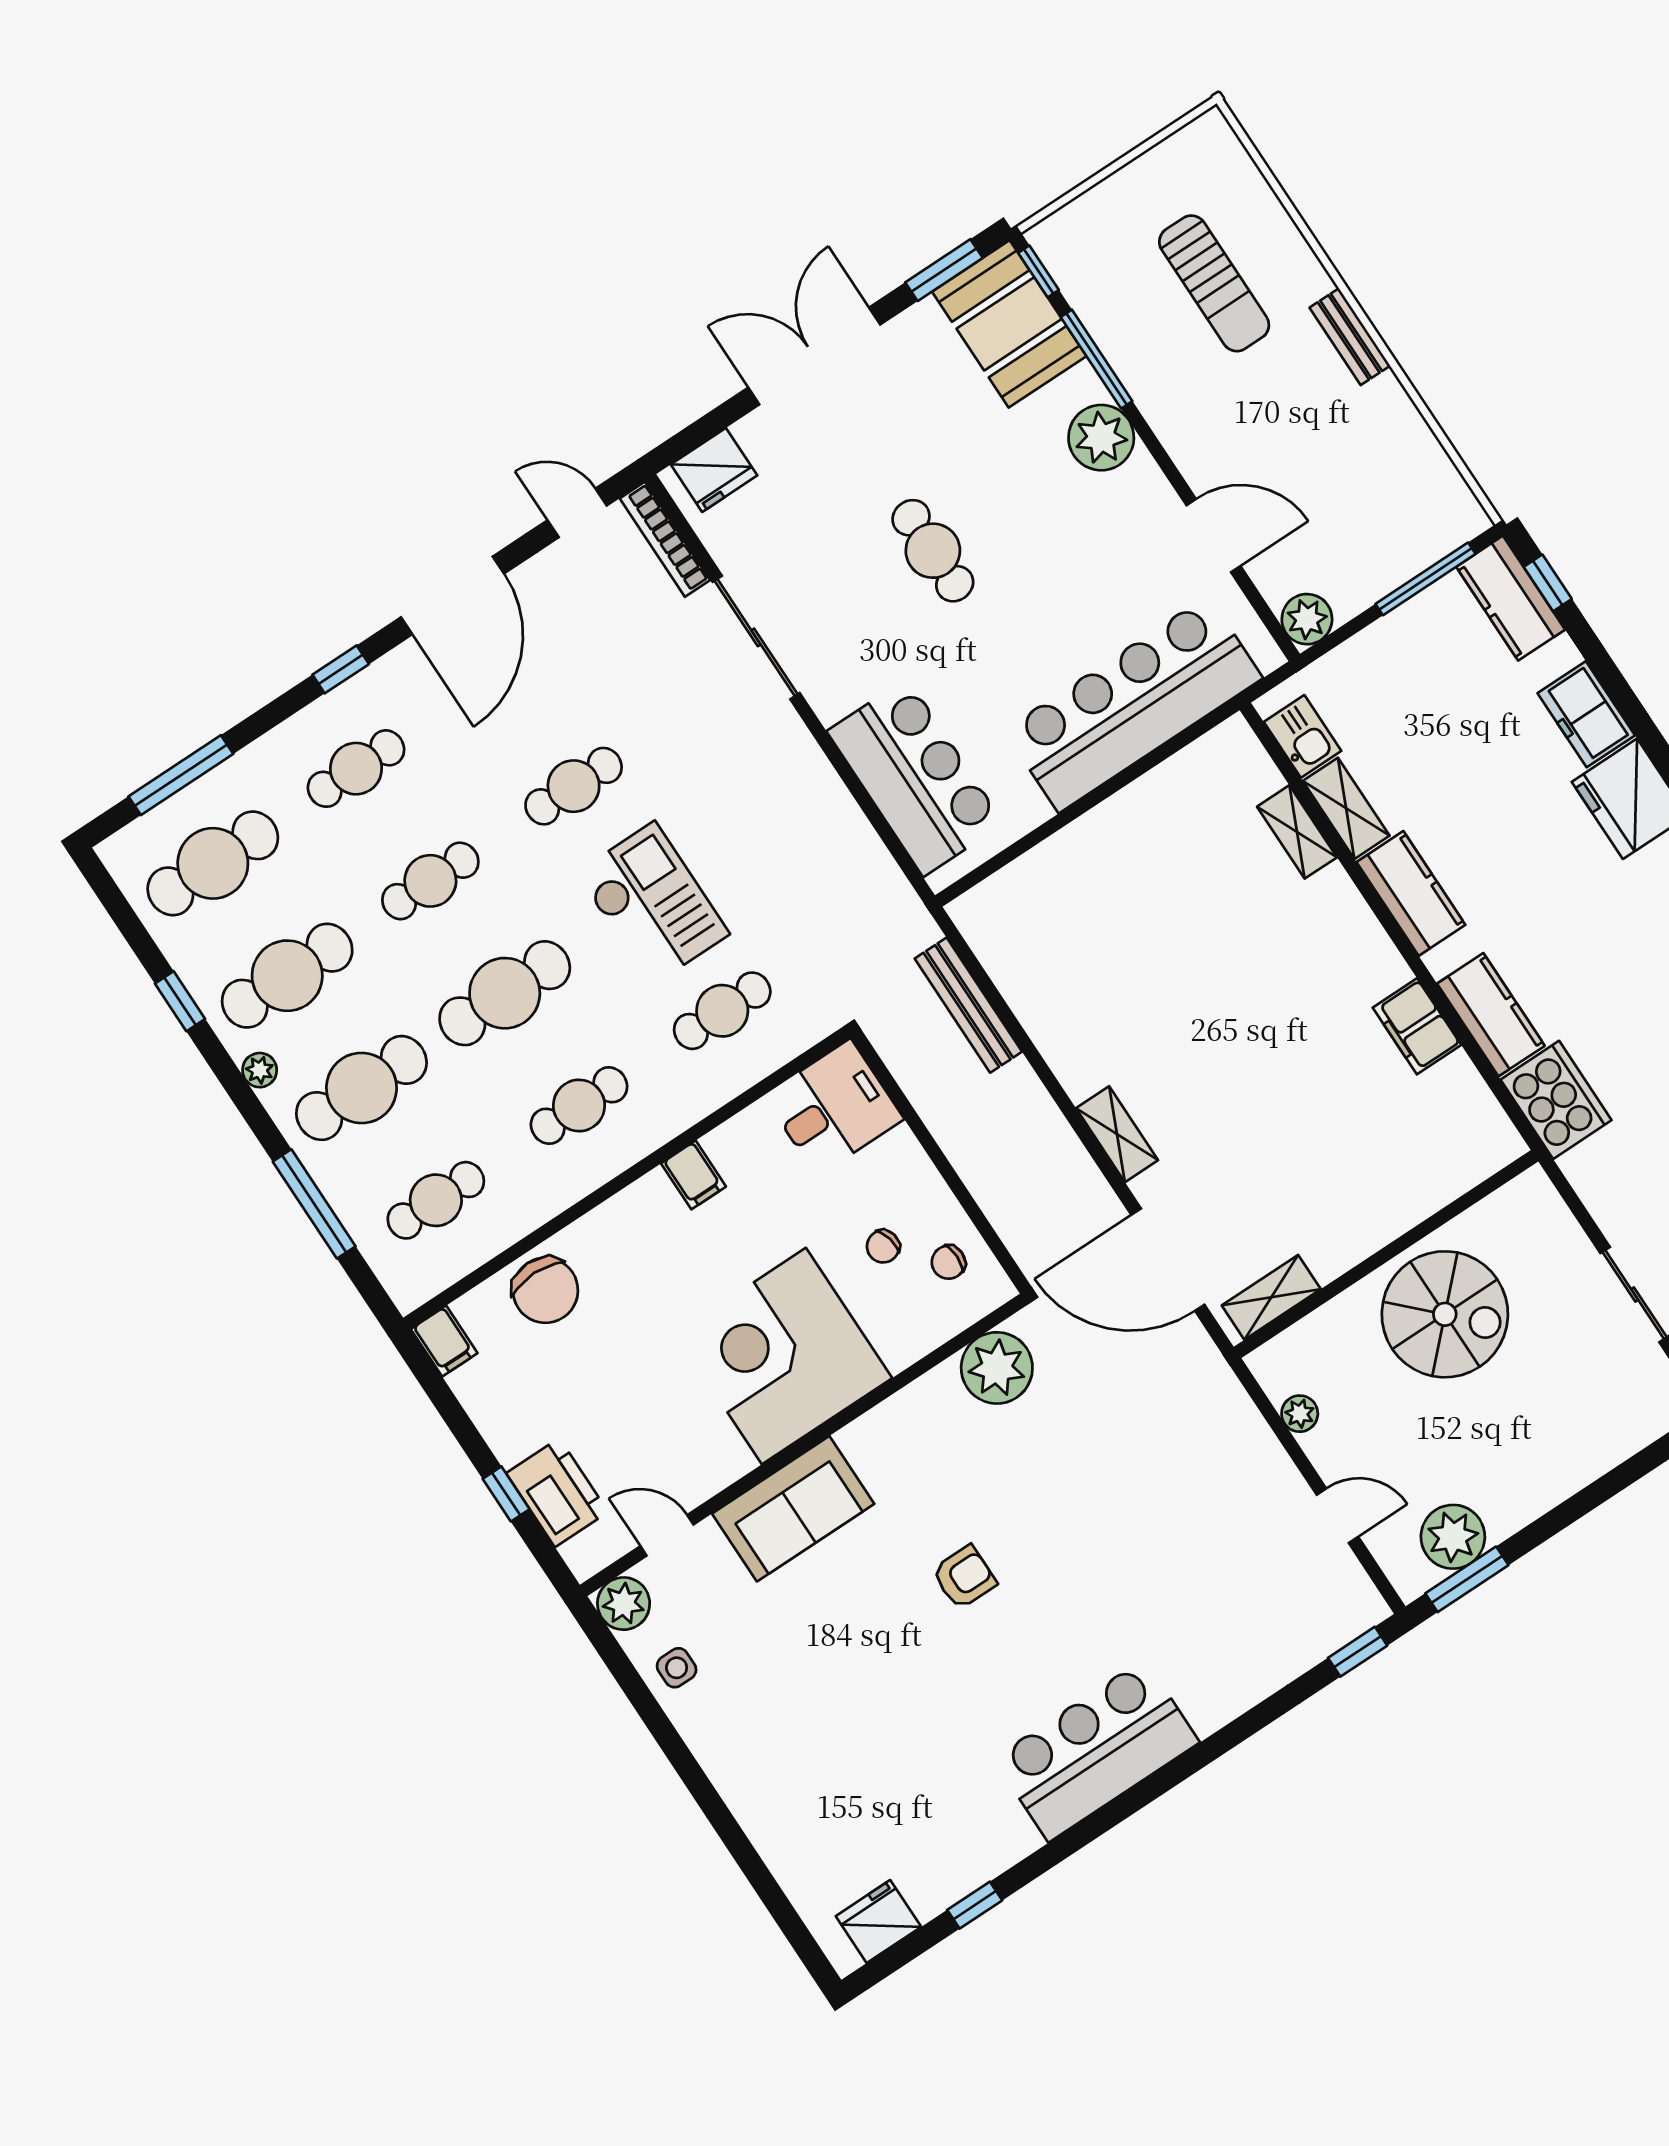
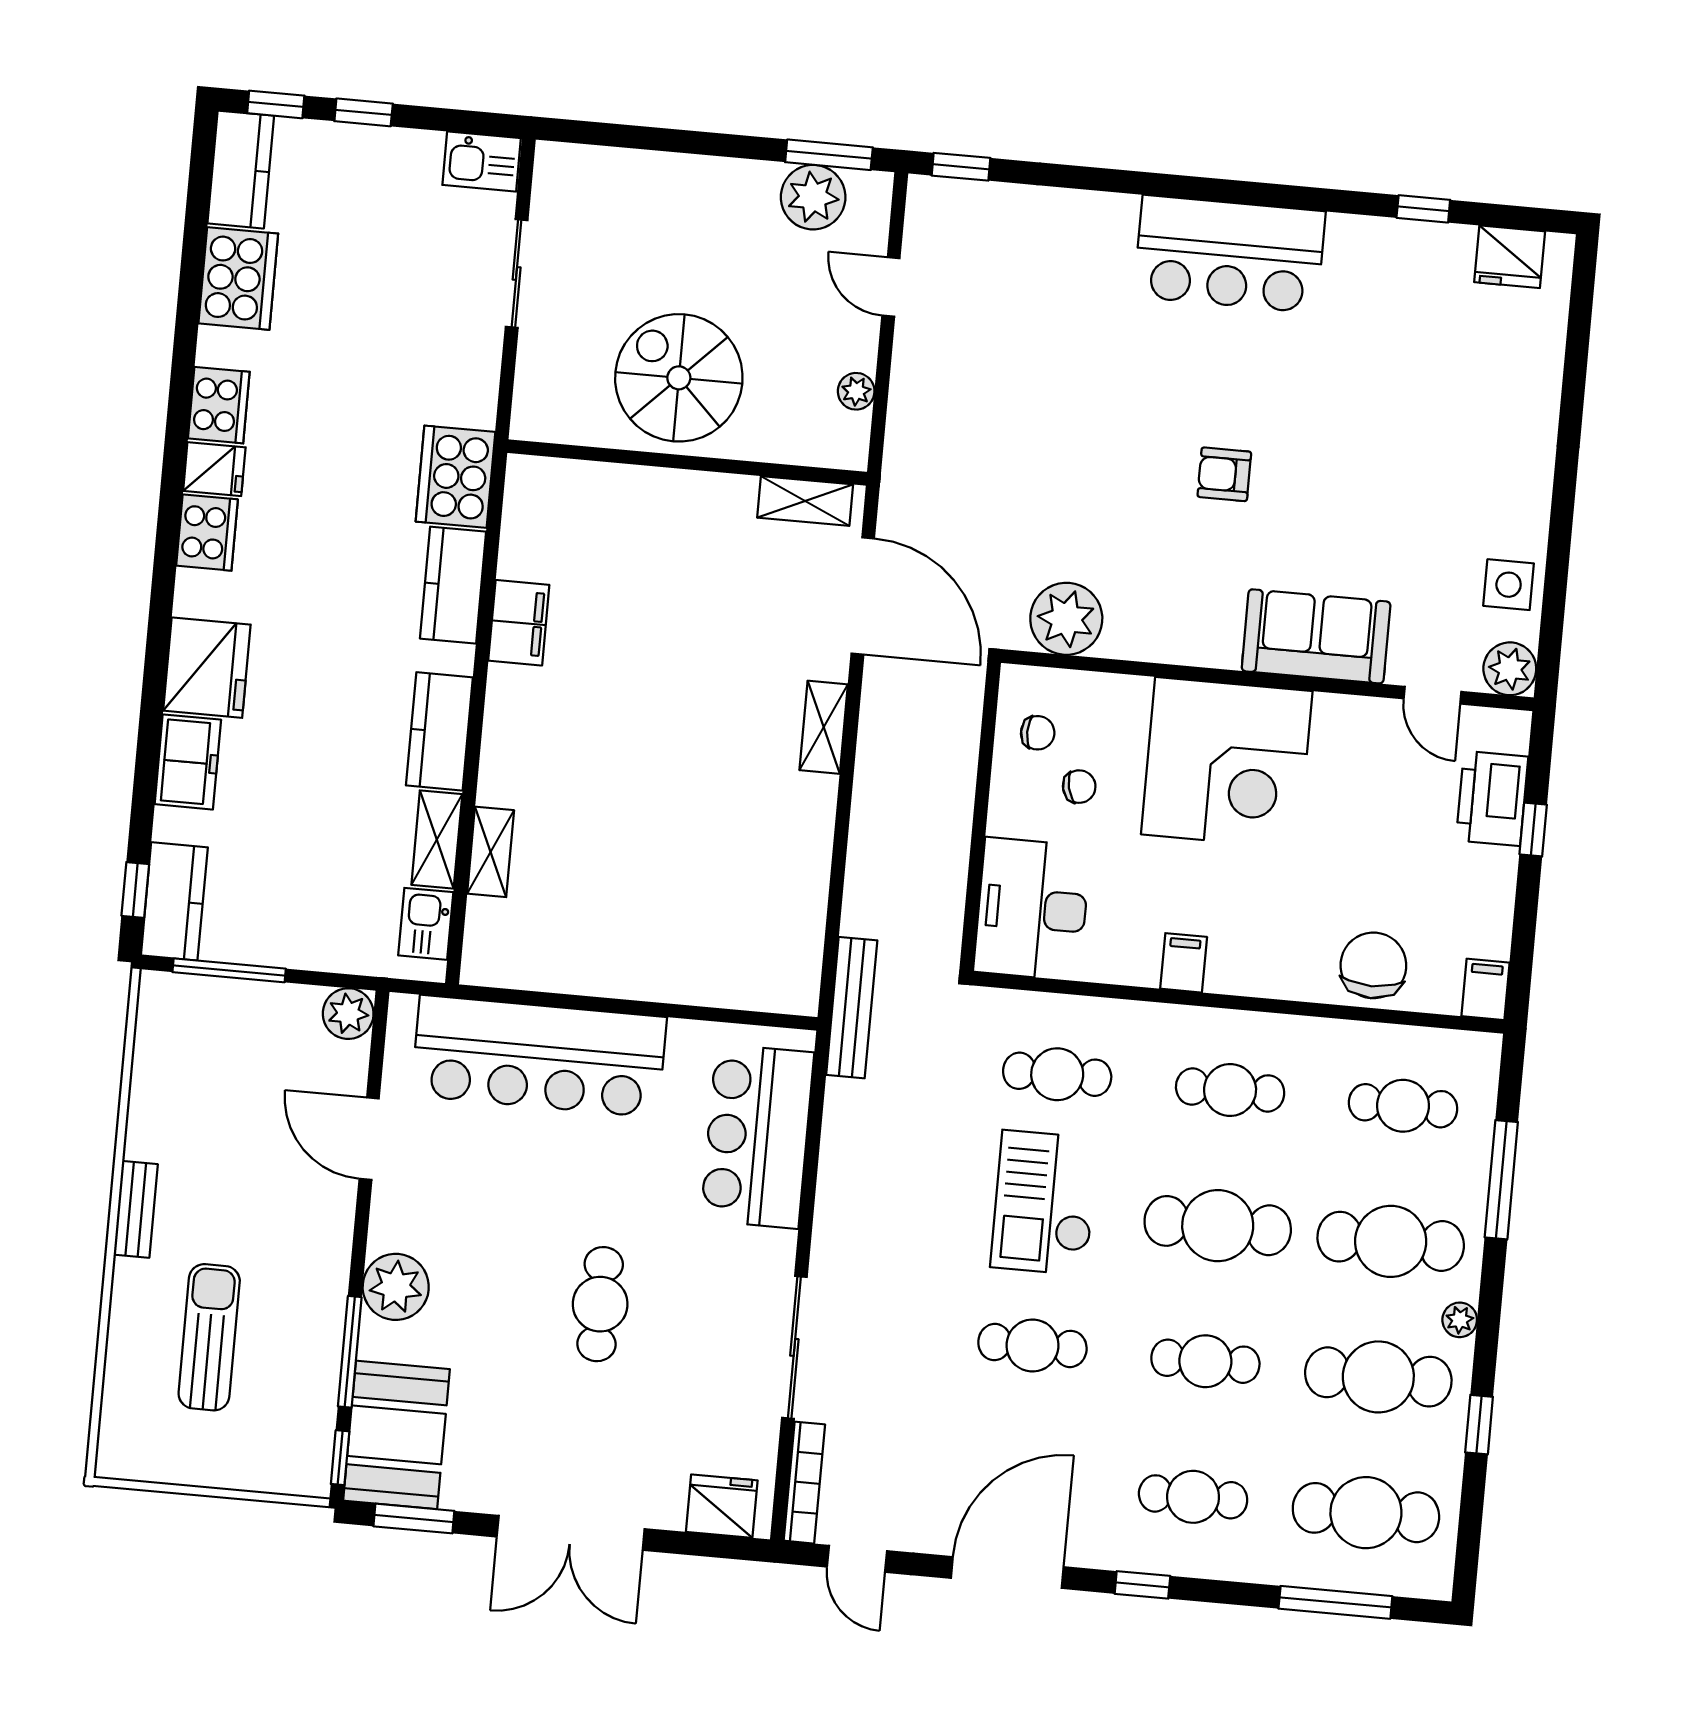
bench: (968, 1005) -> (852, 1008), moved
desk: (834, 1108) -> (1032, 909), width x1.37
side table: (677, 1668) -> (1509, 585), width x1.37, depth x1.37

